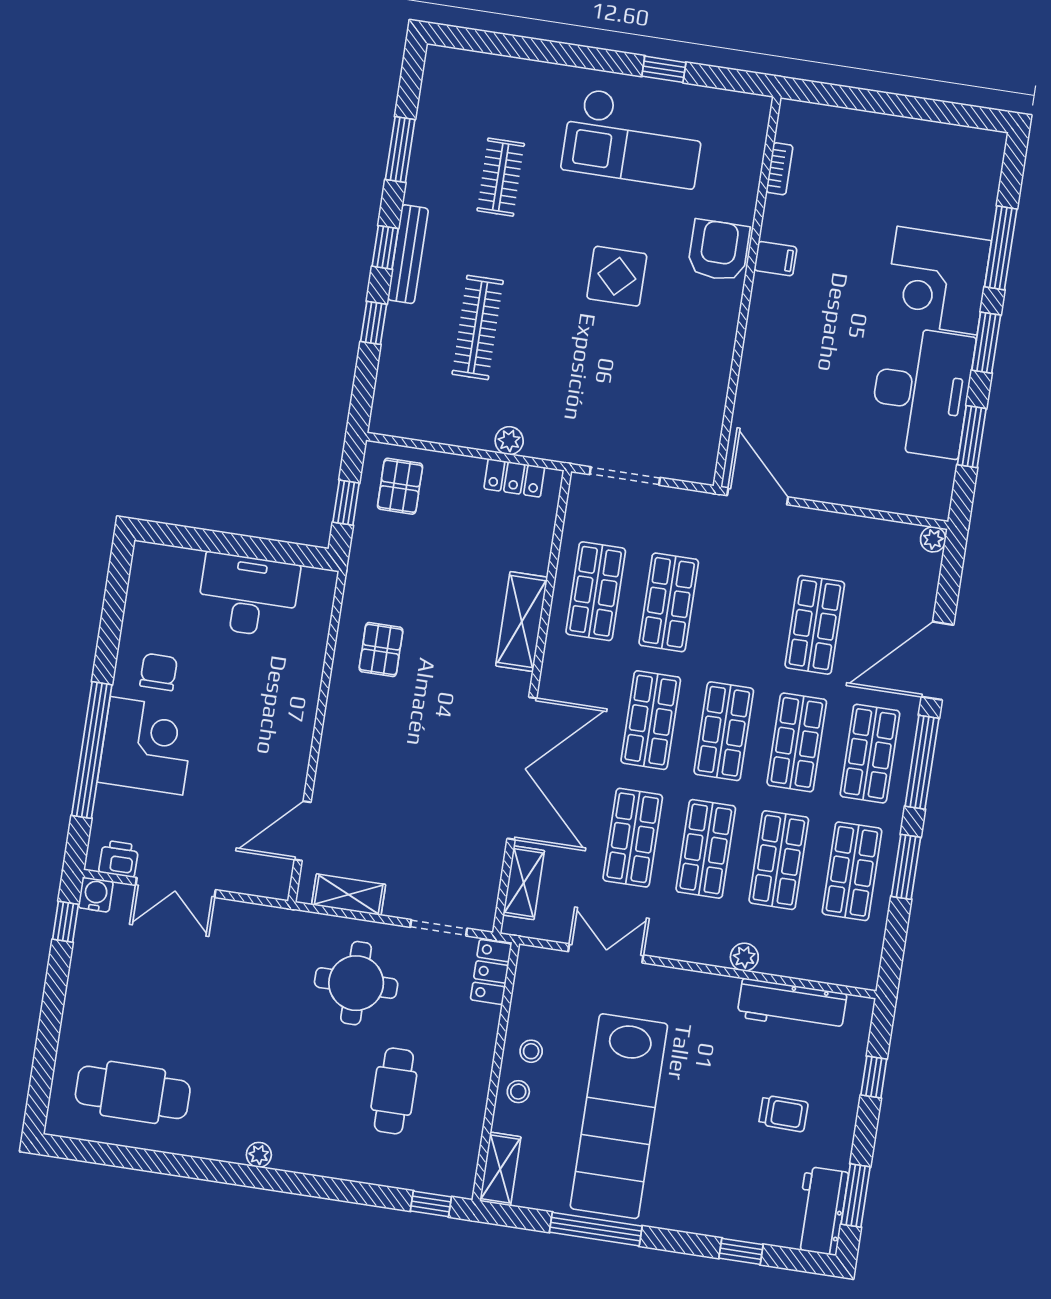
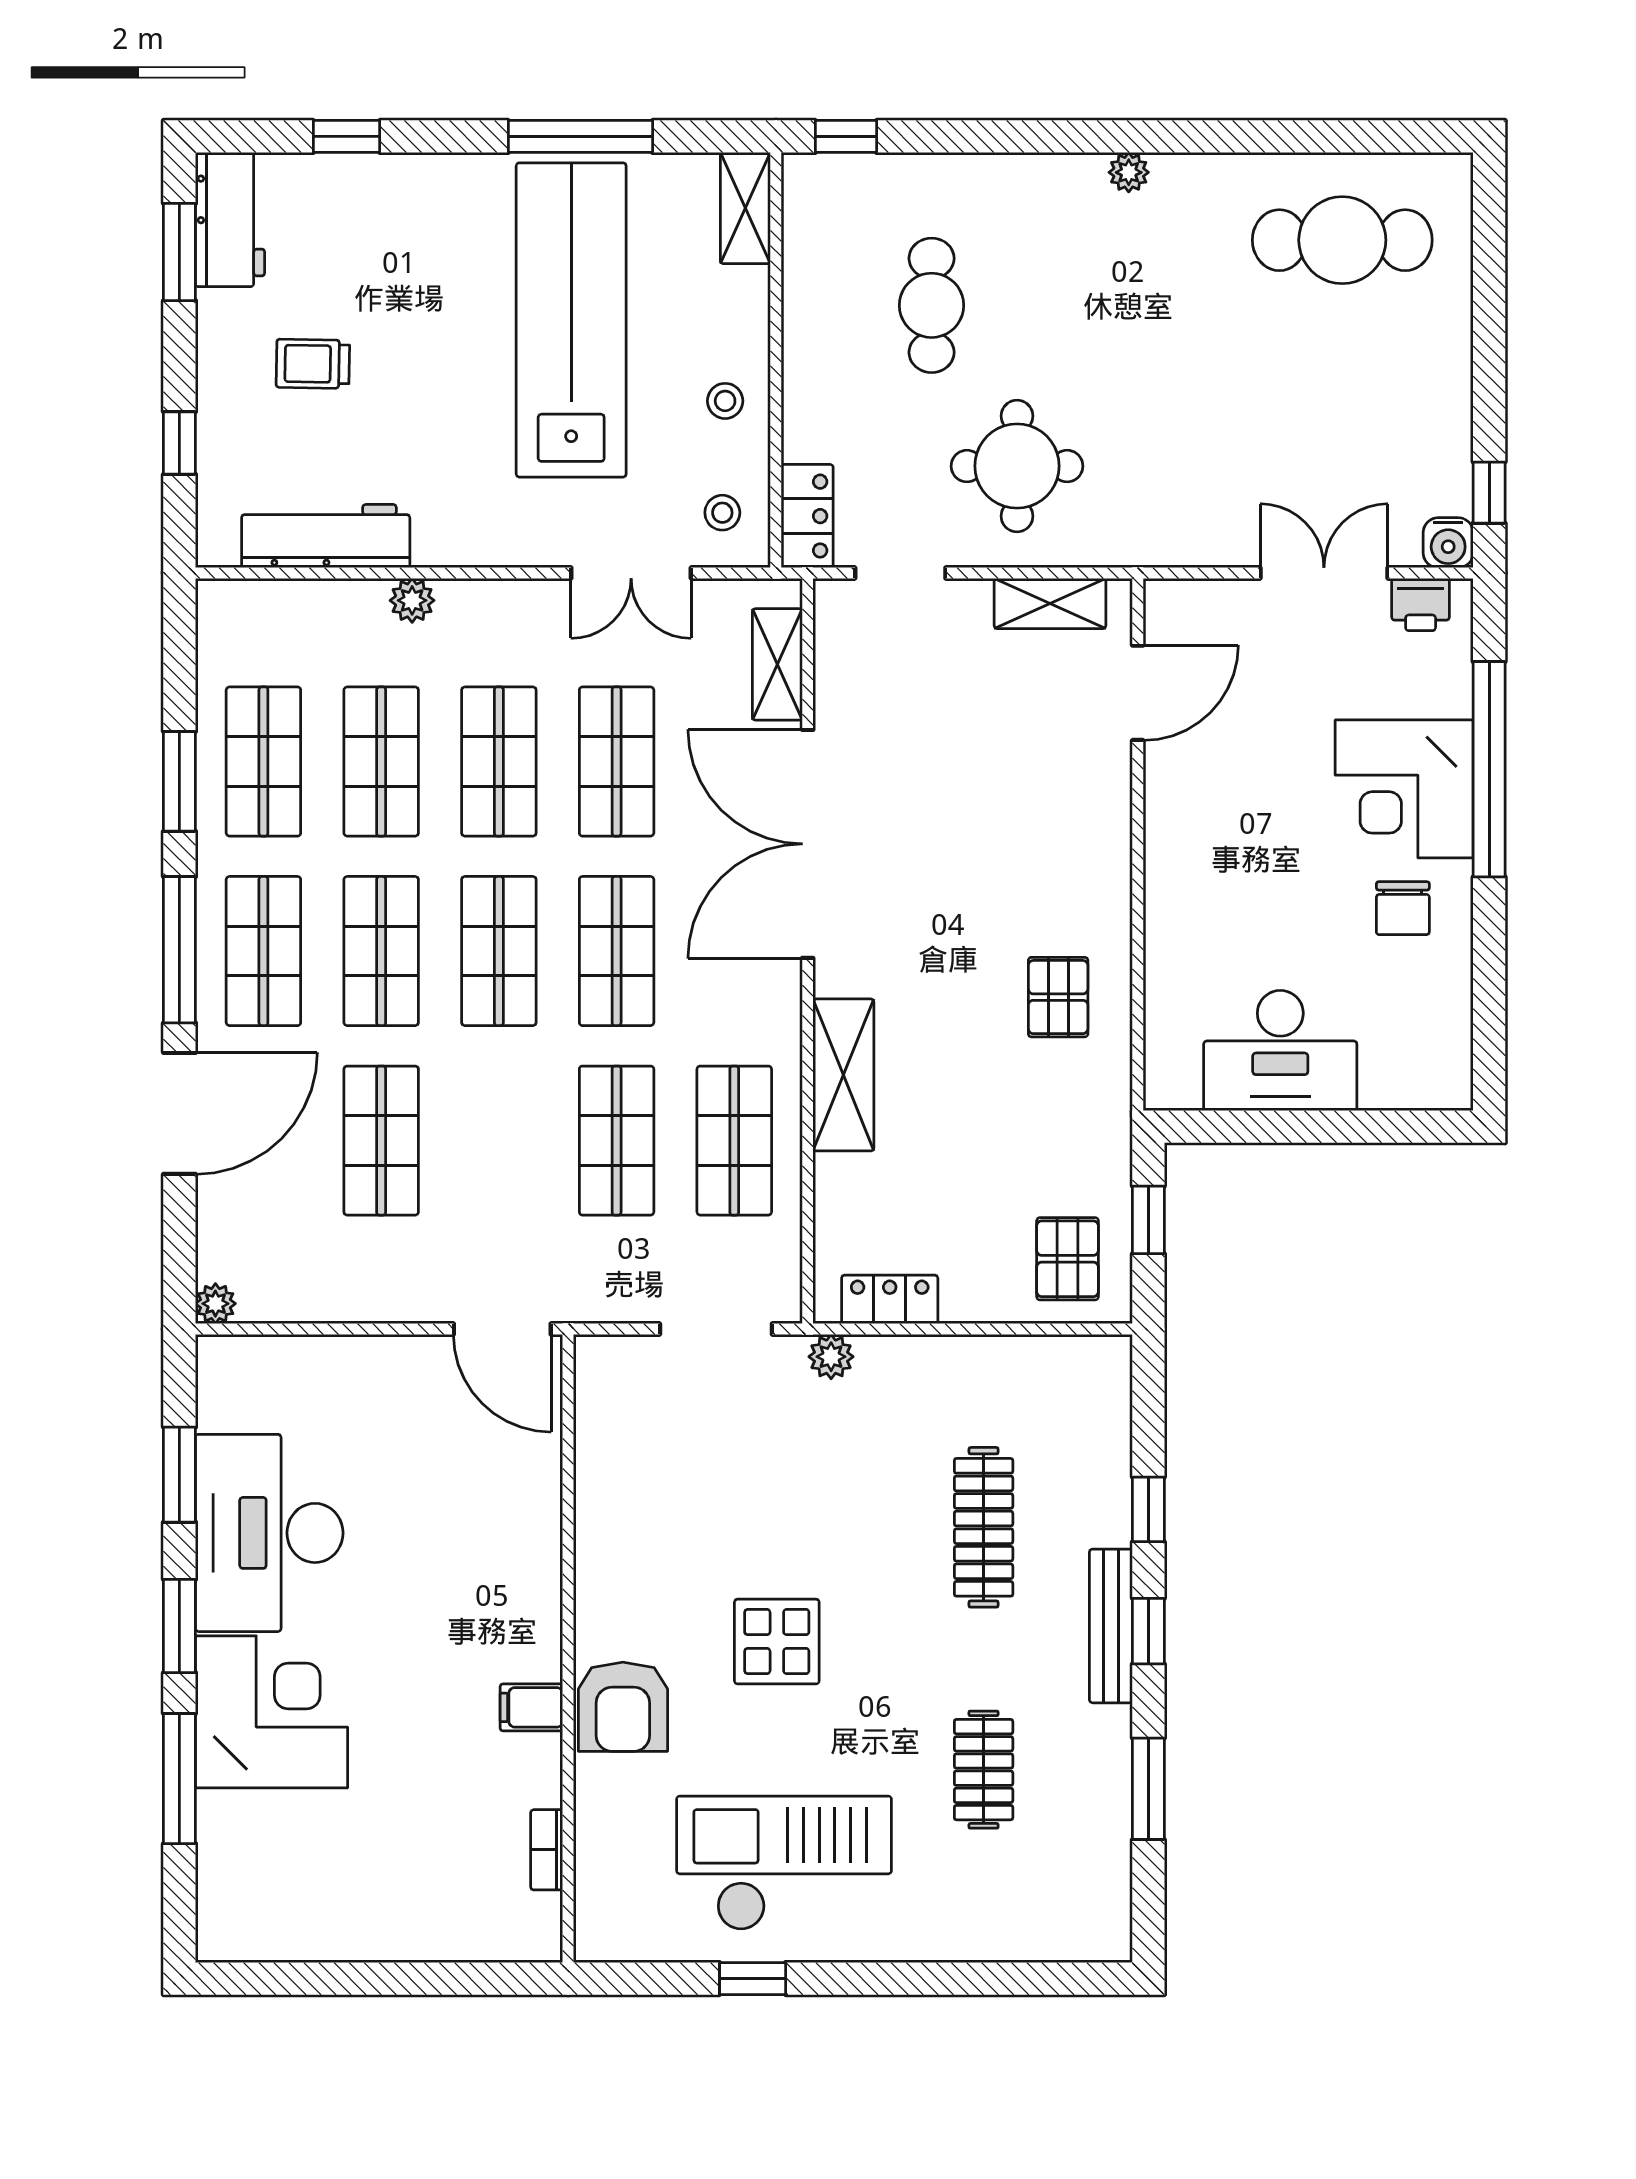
plant: (509, 441) -> (831, 1357), moved
stool: (518, 1092) -> (722, 513), moved

